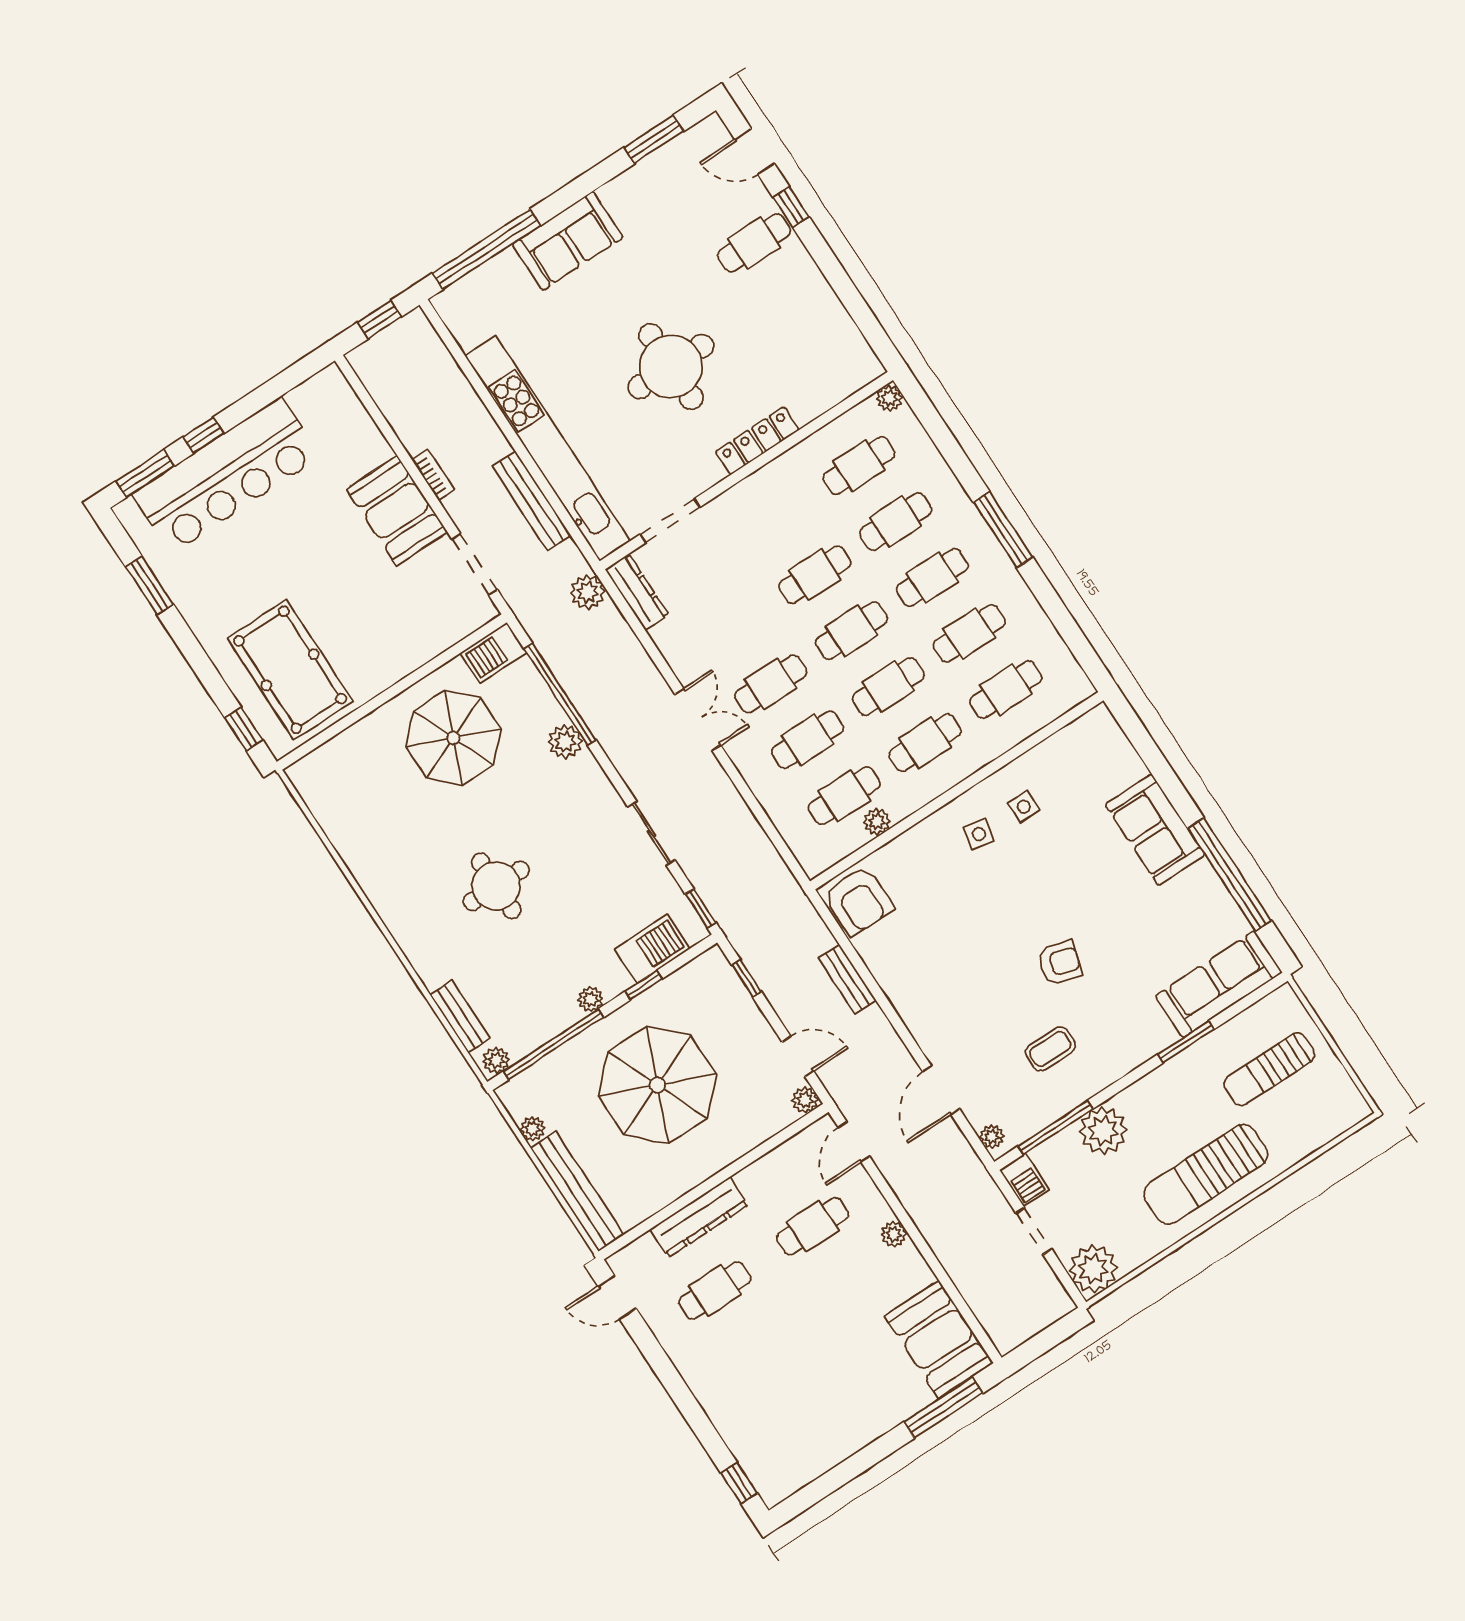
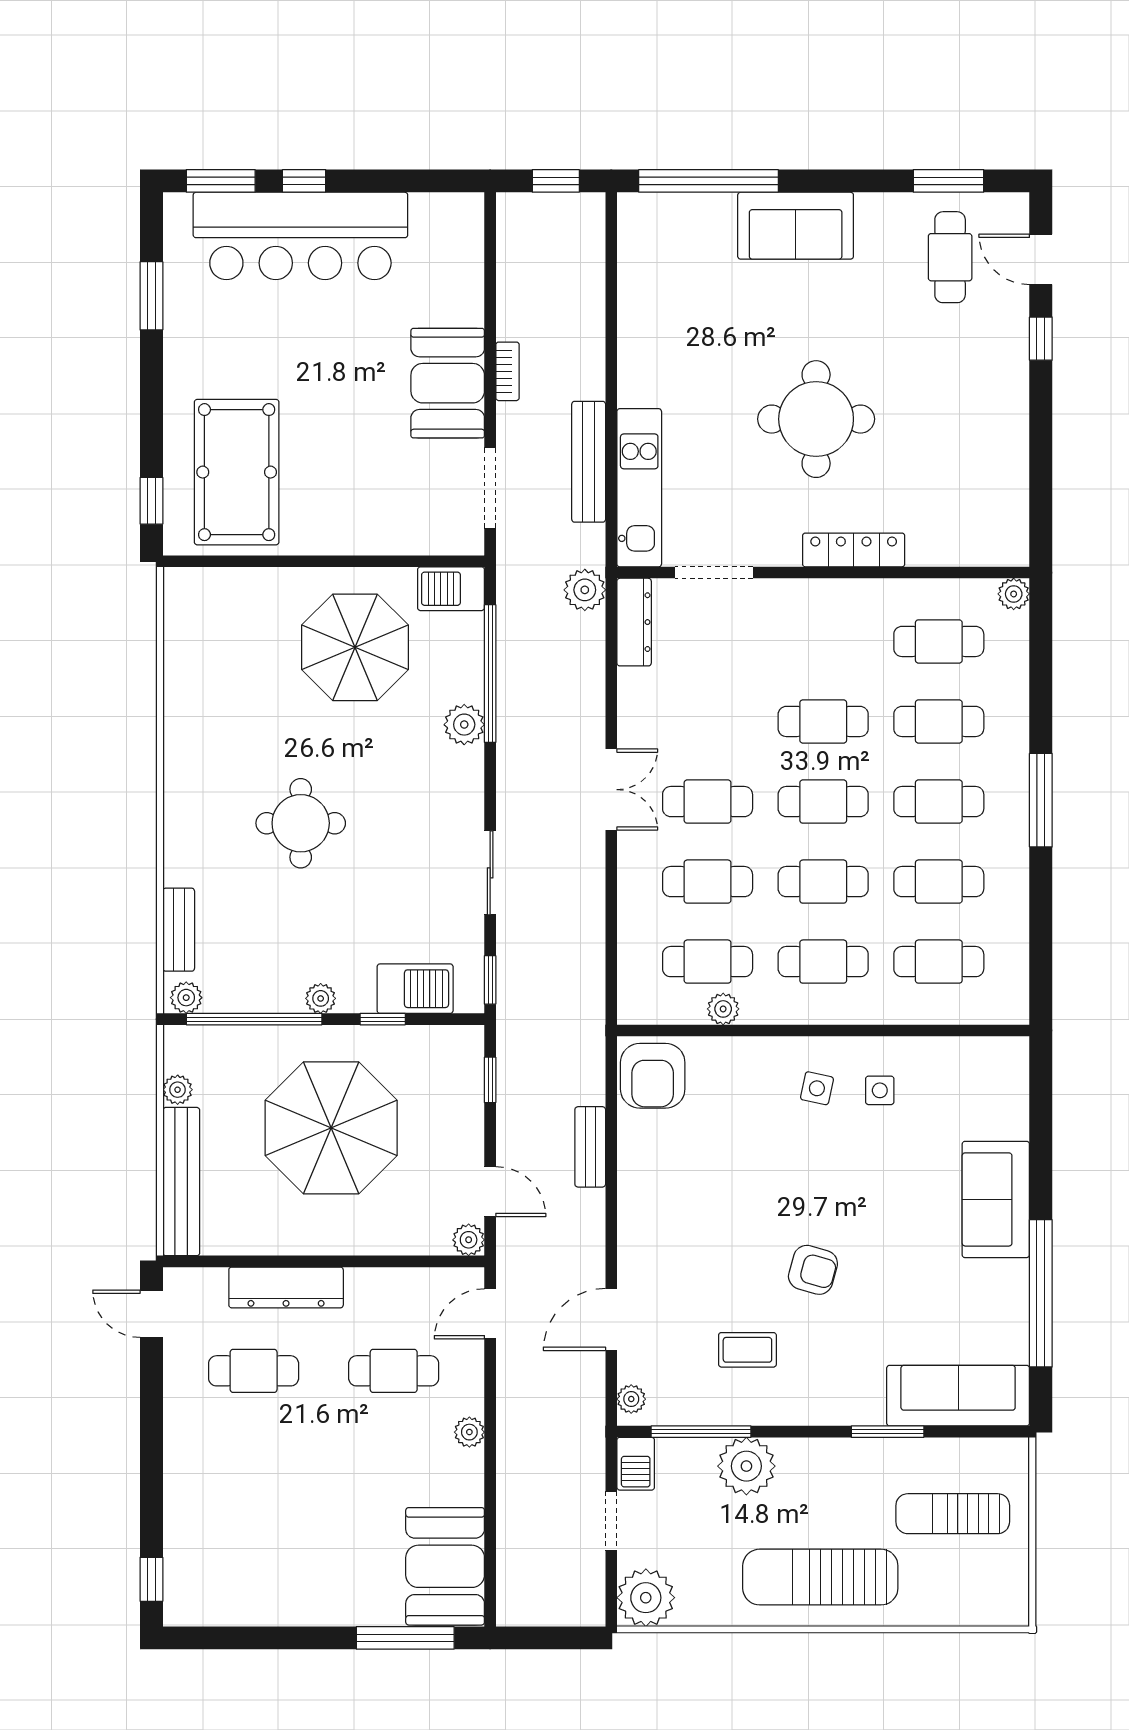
cafe table: (754, 243) -> (950, 257), moved, turned 90
kitchen unit: (548, 448) -> (639, 488), width x0.54

